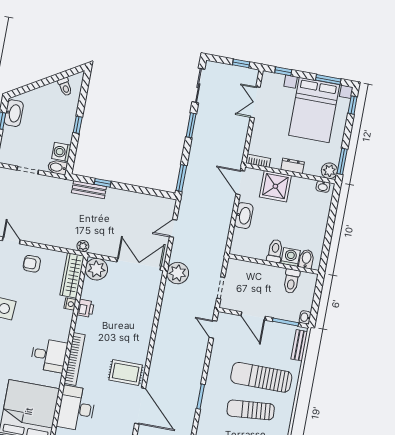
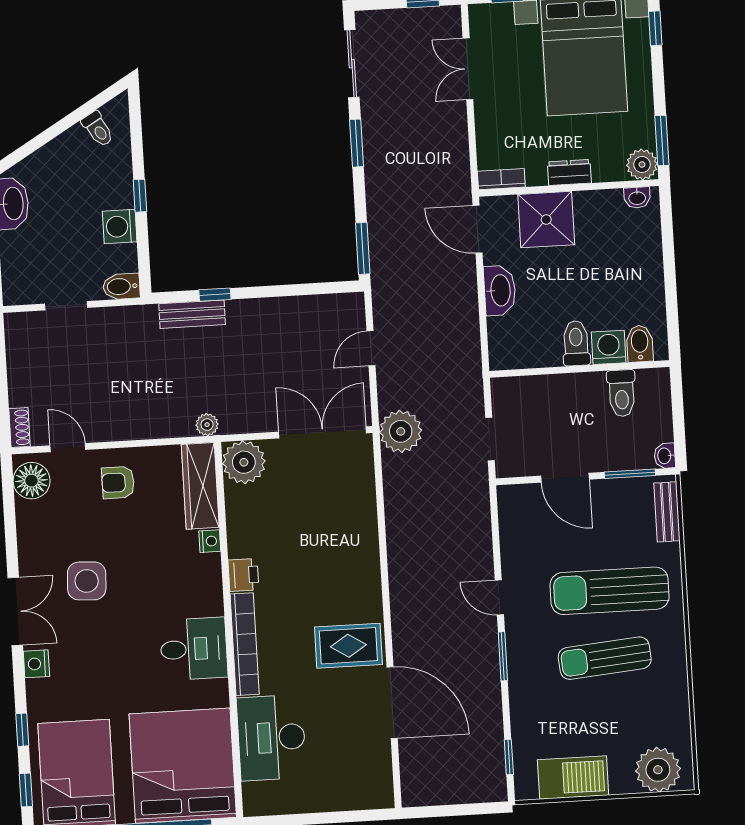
washing machine: (61, 152) -> (120, 227), moved
printer: (85, 308) -> (243, 575), moved
door: (213, 329) -> (499, 597), moved

